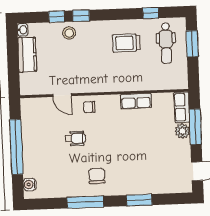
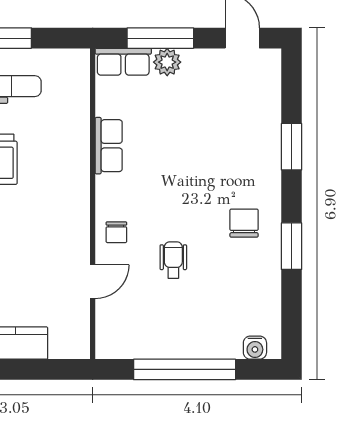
chair: (97, 176) -> (244, 223), turned 90
window: (85, 202) -> (291, 246), width x0.69

